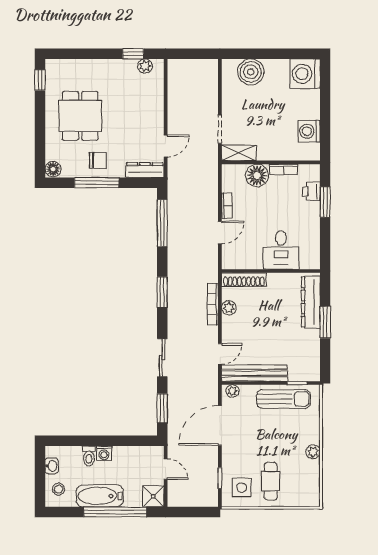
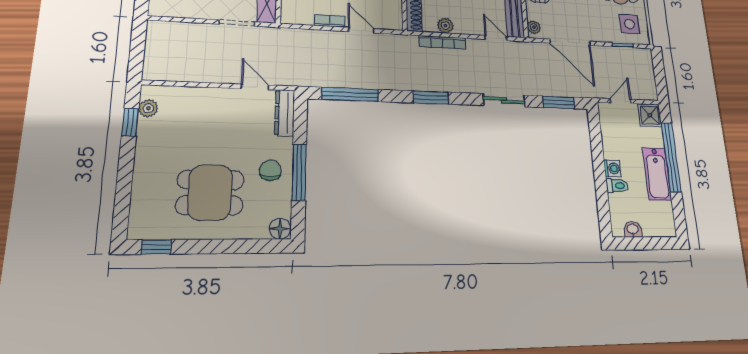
stool: (58, 489) -> (656, 221), removed

